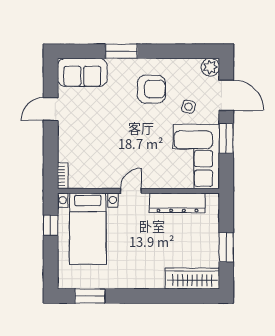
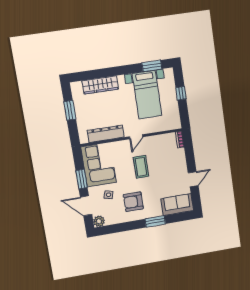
coffee table: (131, 142) -> (141, 167), added
window: (51, 225) -> (181, 93), moved
bed with nightstands: (88, 229) -> (147, 95), moved, turned 180
wardrobe: (192, 279) -> (100, 85), moved

